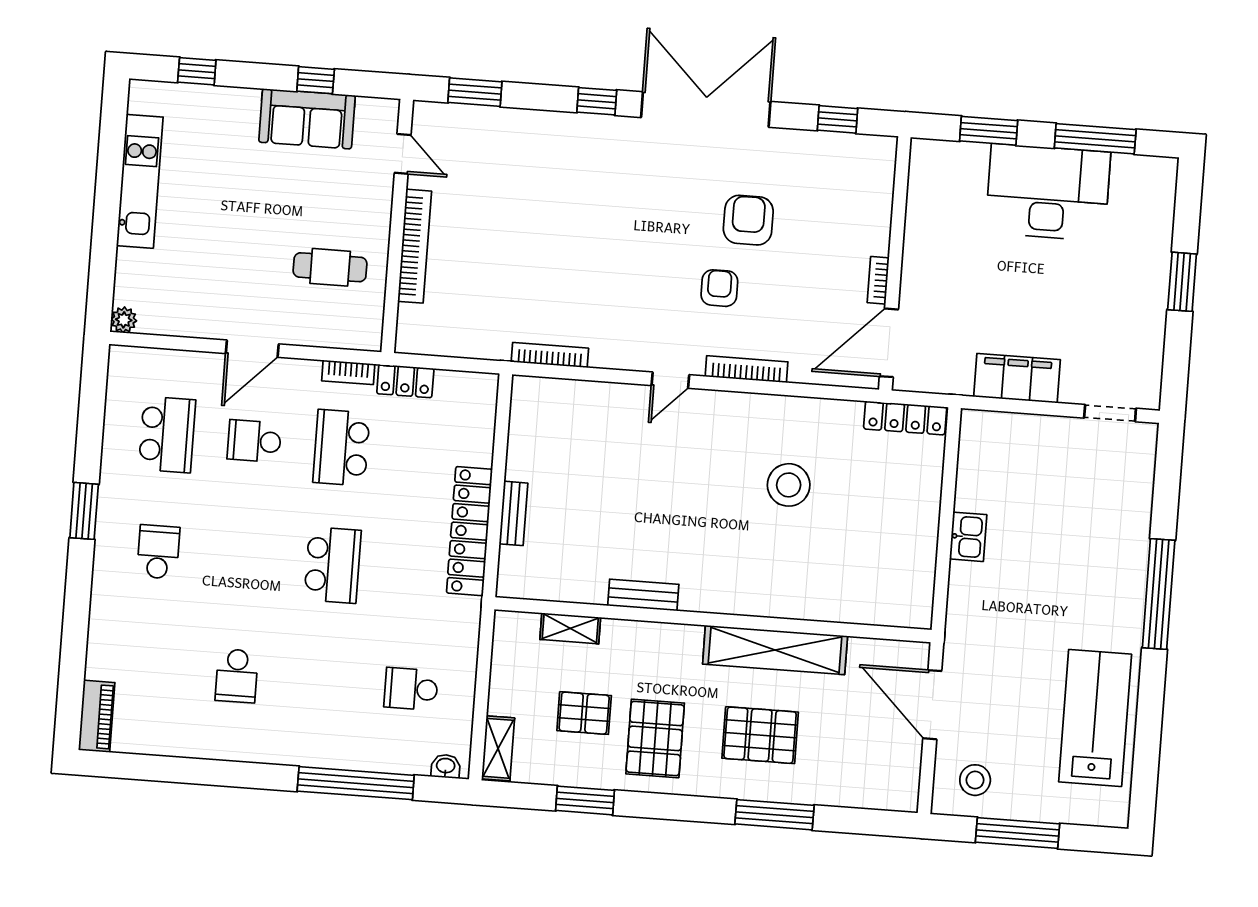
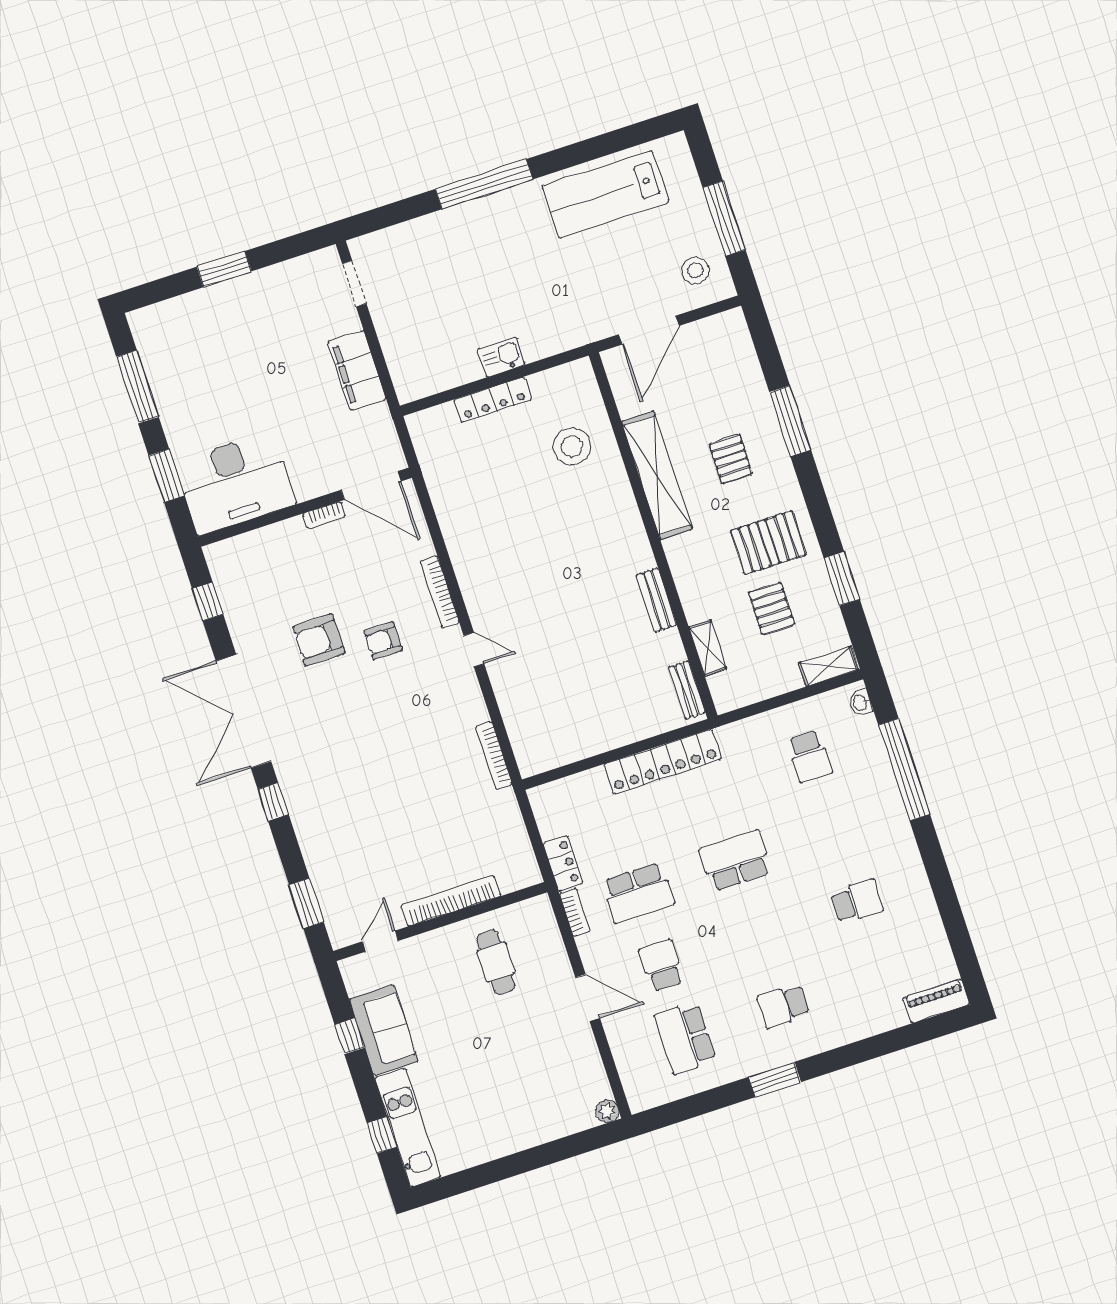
kitchen unit: (140, 181) -> (408, 1128), moved, turned 90
desk: (1048, 192) -> (235, 483), moved, turned -90
locker: (905, 418) -> (493, 400), moved, turned 90
school desk: (167, 435) -> (685, 1038), turned -90
school desk: (254, 441) -> (662, 965), turned 180
stool: (789, 485) -> (572, 447), moved
bench: (513, 513) -> (687, 690), moved, turned 90
pallet: (760, 735) -> (731, 459), width x0.67, depth x0.71

